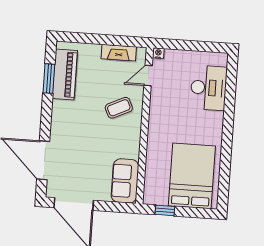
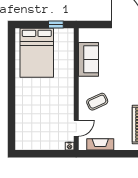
desk: (209, 88) -> (29, 122), removed
sofa: (125, 181) -> (88, 59), moved

